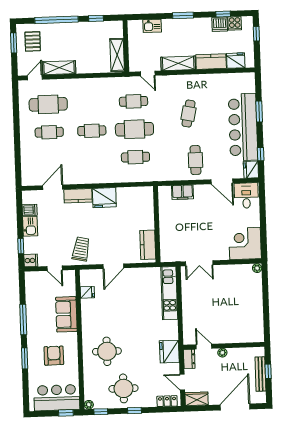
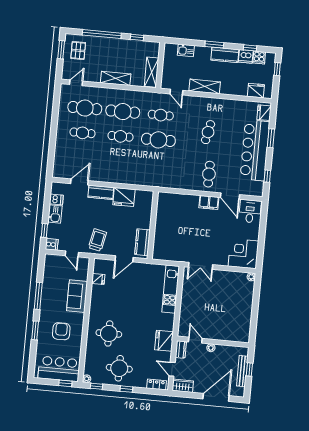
kitchen counter: (211, 62) -> (225, 55), moved, turned 180
shelving: (59, 68) -> (116, 78), moved
cafe table: (135, 157) -> (123, 112), moved, width x1.37, depth x1.35
fridge: (251, 170) -> (264, 113), moved
filing cabinet: (182, 192) -> (209, 202), moved
wall: (157, 224) -> (153, 225), moved
kitchen counter: (148, 245) -> (142, 242), moved

